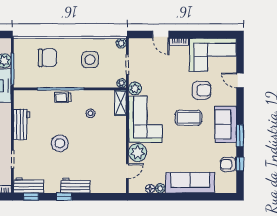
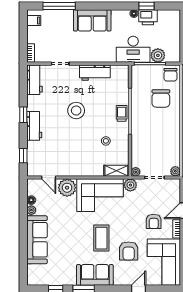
chair: (24, 48) -> (170, 75), added
side table: (90, 60) -> (159, 140), removed
armchair: (228, 164) -> (154, 221), moved, turned 180
window: (31, 197) -> (23, 156), moved

